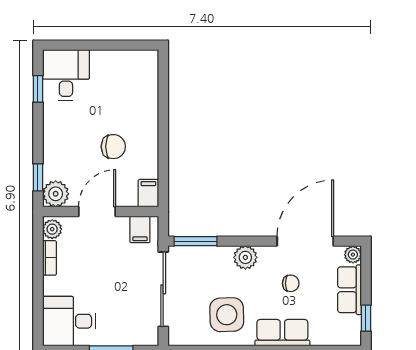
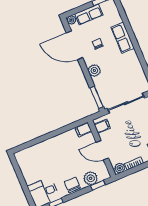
chair: (113, 147) -> (72, 185), moved
plant: (56, 194) -> (91, 178), moved
side table: (227, 315) -> (125, 68), removed

